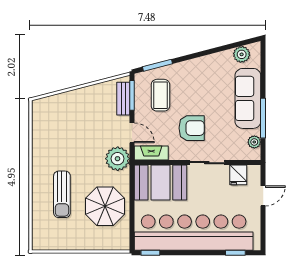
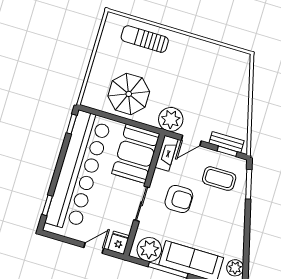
window: (132, 95) -> (227, 151), width x0.67
armchair: (192, 128) -> (179, 199), turned -90
plant: (254, 142) -> (149, 249), width x1.87, depth x1.87
fridge: (238, 175) -> (119, 243), moved, turned 90
sun lounger: (62, 194) -> (145, 39), moved
door: (263, 196) -> (94, 248), swing flipped

